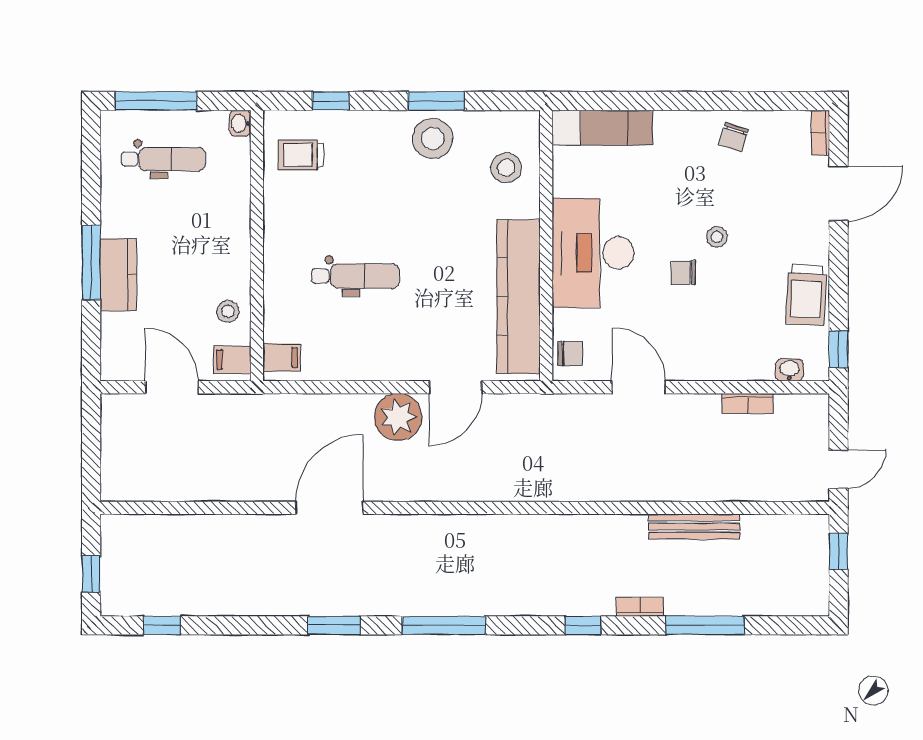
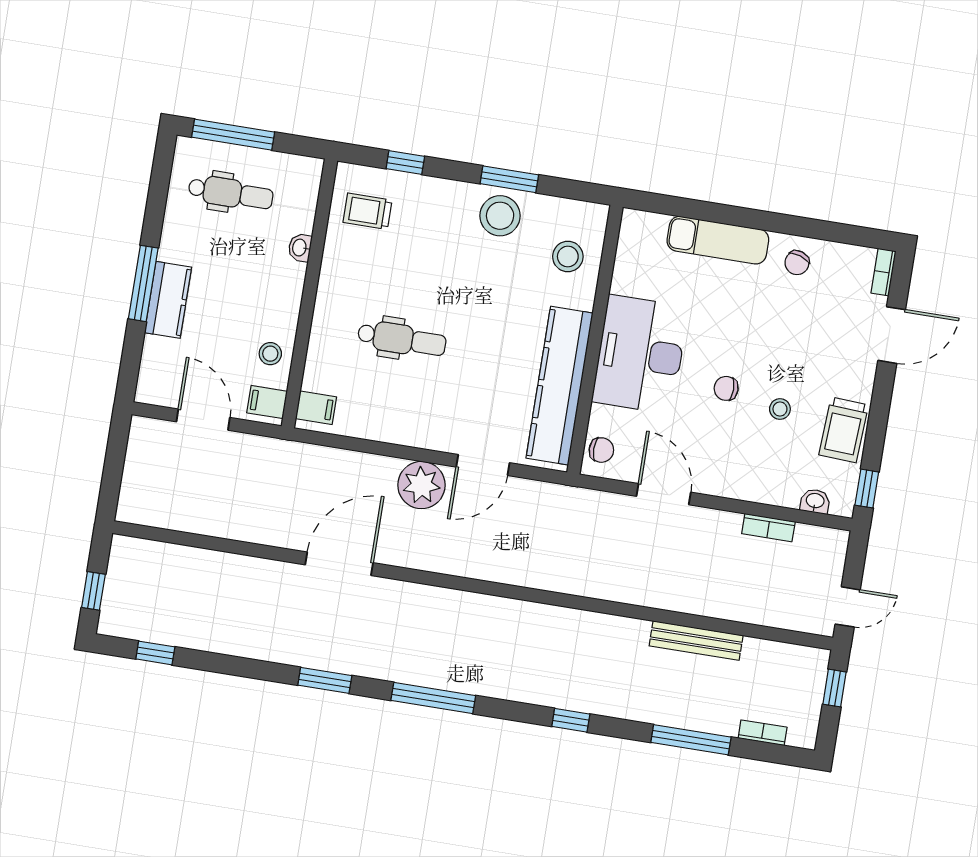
washbasin: (240, 123) -> (300, 248), moved
exam couch: (602, 128) -> (718, 240), moved
stool: (717, 237) -> (780, 409), moved
bookcase: (640, 607) -> (763, 733), moved

